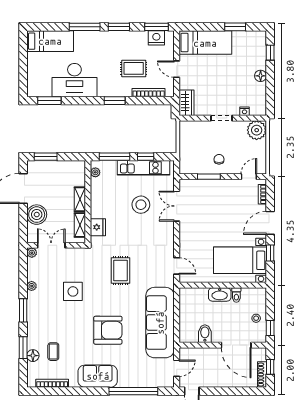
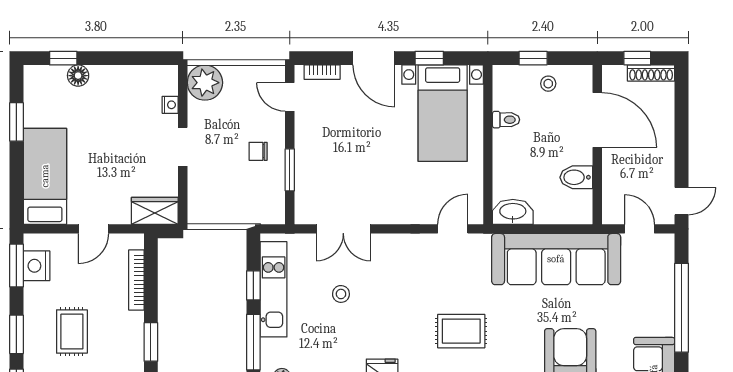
rug: (134, 68) -> (72, 331), moved
floor lamp: (261, 76) -> (78, 76), moved
stool: (141, 205) -> (341, 294), width x0.53, depth x0.53
washbasin: (220, 294) -> (513, 212), moved, turned -90
window: (270, 328) -> (533, 58), moved
door: (236, 345) -> (597, 120), hinge flipped

